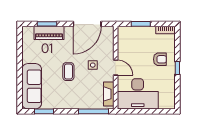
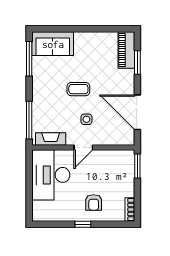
window: (141, 24) -> (137, 166), moved
piano: (49, 33) -> (126, 50), moved
sofa: (32, 86) -> (53, 44), width x0.73
window: (44, 111) -> (29, 59), width x1.44

